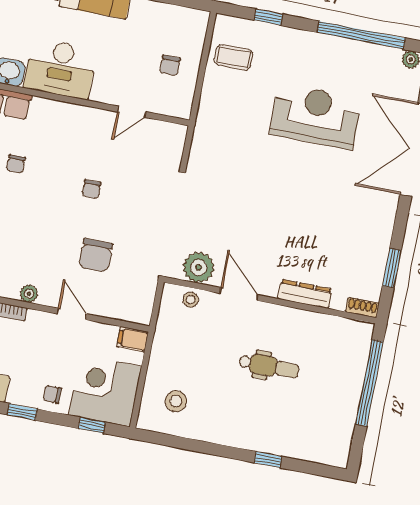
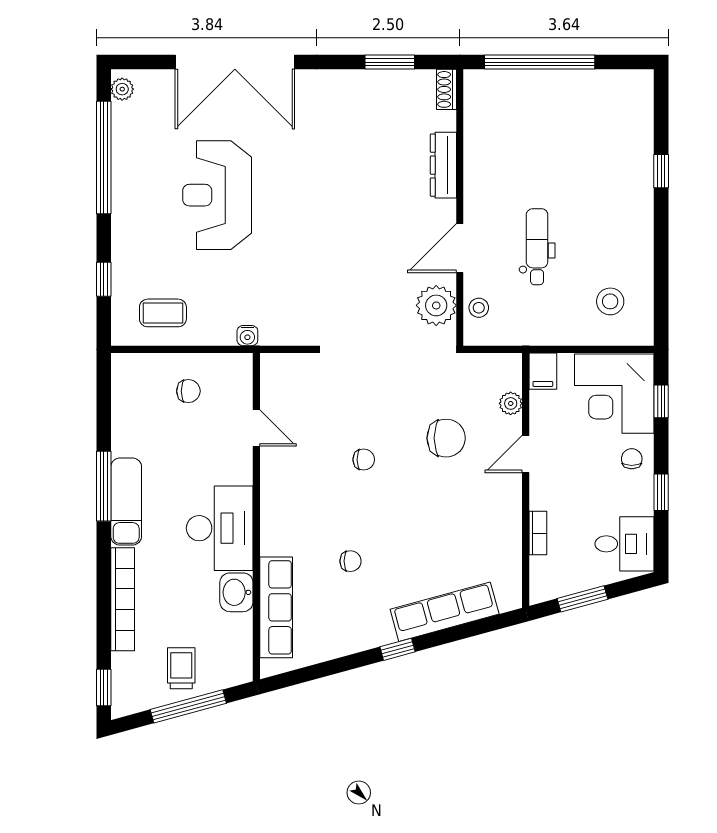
coffee table: (234, 57) -> (163, 313), turned 90
water cooler: (204, 119) -> (247, 336), added
plant: (29, 294) -> (511, 403), moved
dental chair: (269, 366) -> (537, 247), moved
chair: (52, 394) -> (632, 459), turned 180

